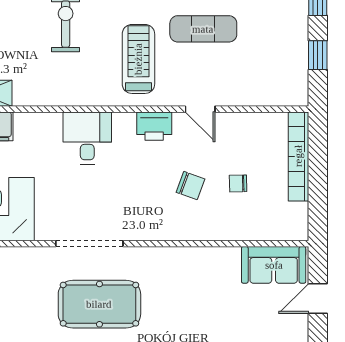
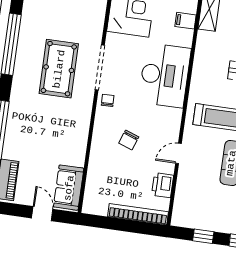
printer: (154, 126) -> (163, 185), moved
desk: (87, 138) -> (165, 75), width x1.87, depth x1.30
chair: (238, 183) -> (108, 100), moved

